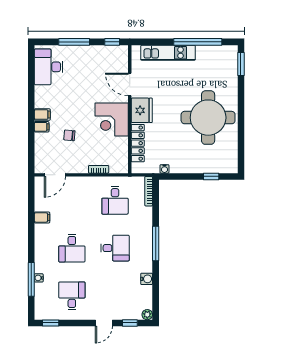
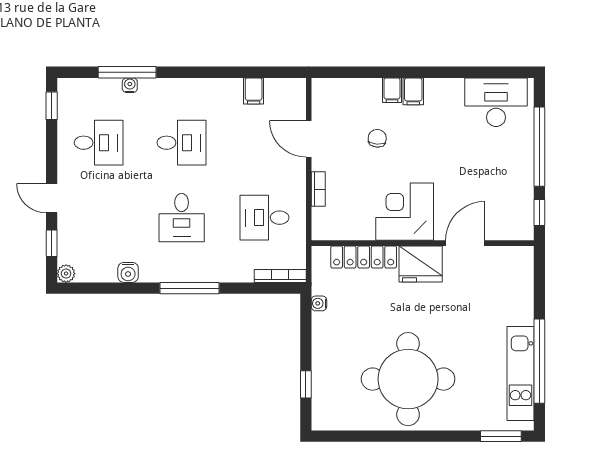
window: (74, 42) -> (539, 147), width x1.46
kitchen unit: (168, 53) -> (521, 373), moved
door: (55, 175) -> (309, 139), moved
filing cabinet: (42, 217) -> (254, 91), moved
desk: (72, 248) -> (182, 143), turned 180

